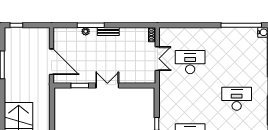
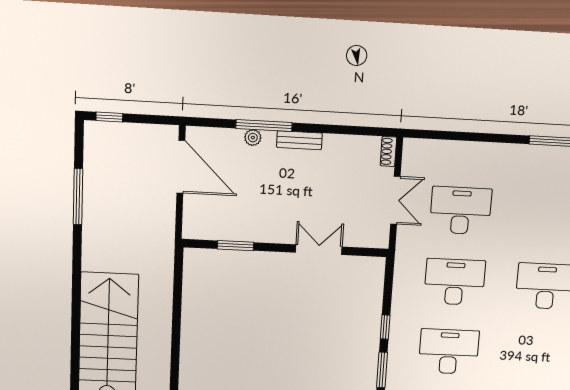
door: (51, 62) -> (181, 167), moved
double door: (107, 85) -> (319, 250), moved
desk: (190, 99) -> (455, 282), added

